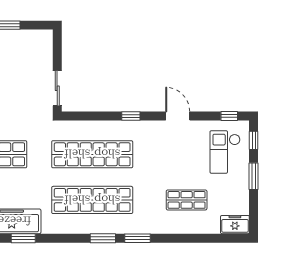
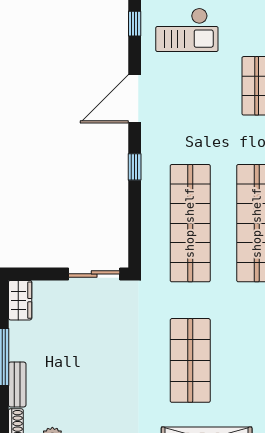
wardrobe: (39, 37) -> (20, 300), added
door: (178, 116) -> (135, 99), width x1.36

